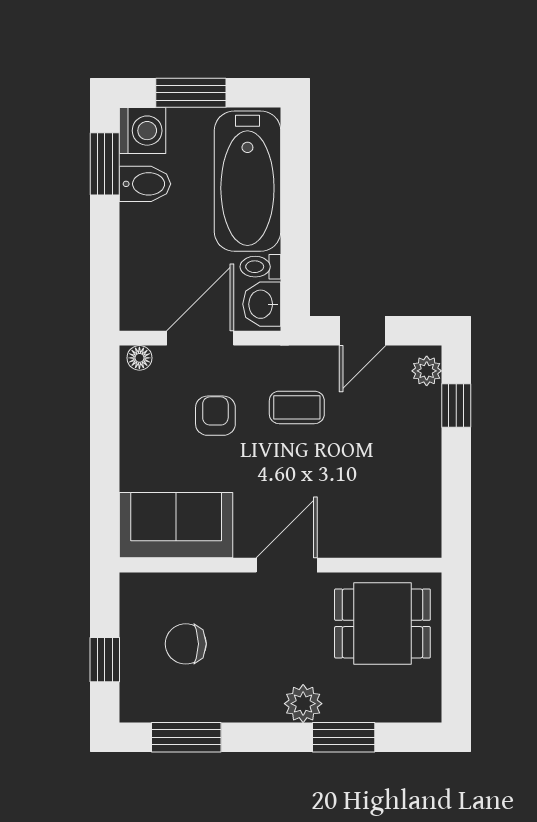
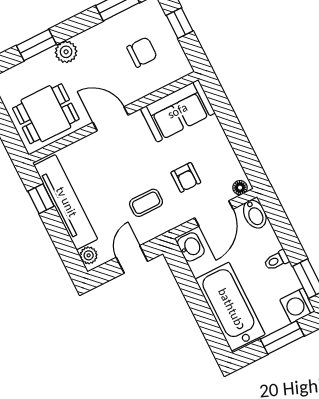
bidet: (145, 184) -> (255, 214), moved, turned -90
toilet: (260, 267) -> (276, 260), moved, turned 180
window: (456, 405) -> (41, 199), moved
tv unit: (421, 471) -> (66, 202), added
door: (287, 565) -> (110, 119), swing flipped

